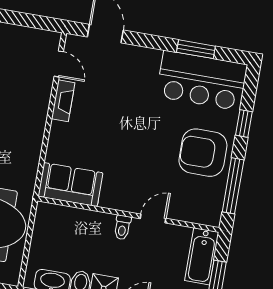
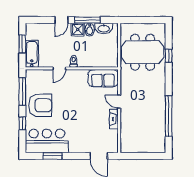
door: (59, 64) -> (119, 102), moved

